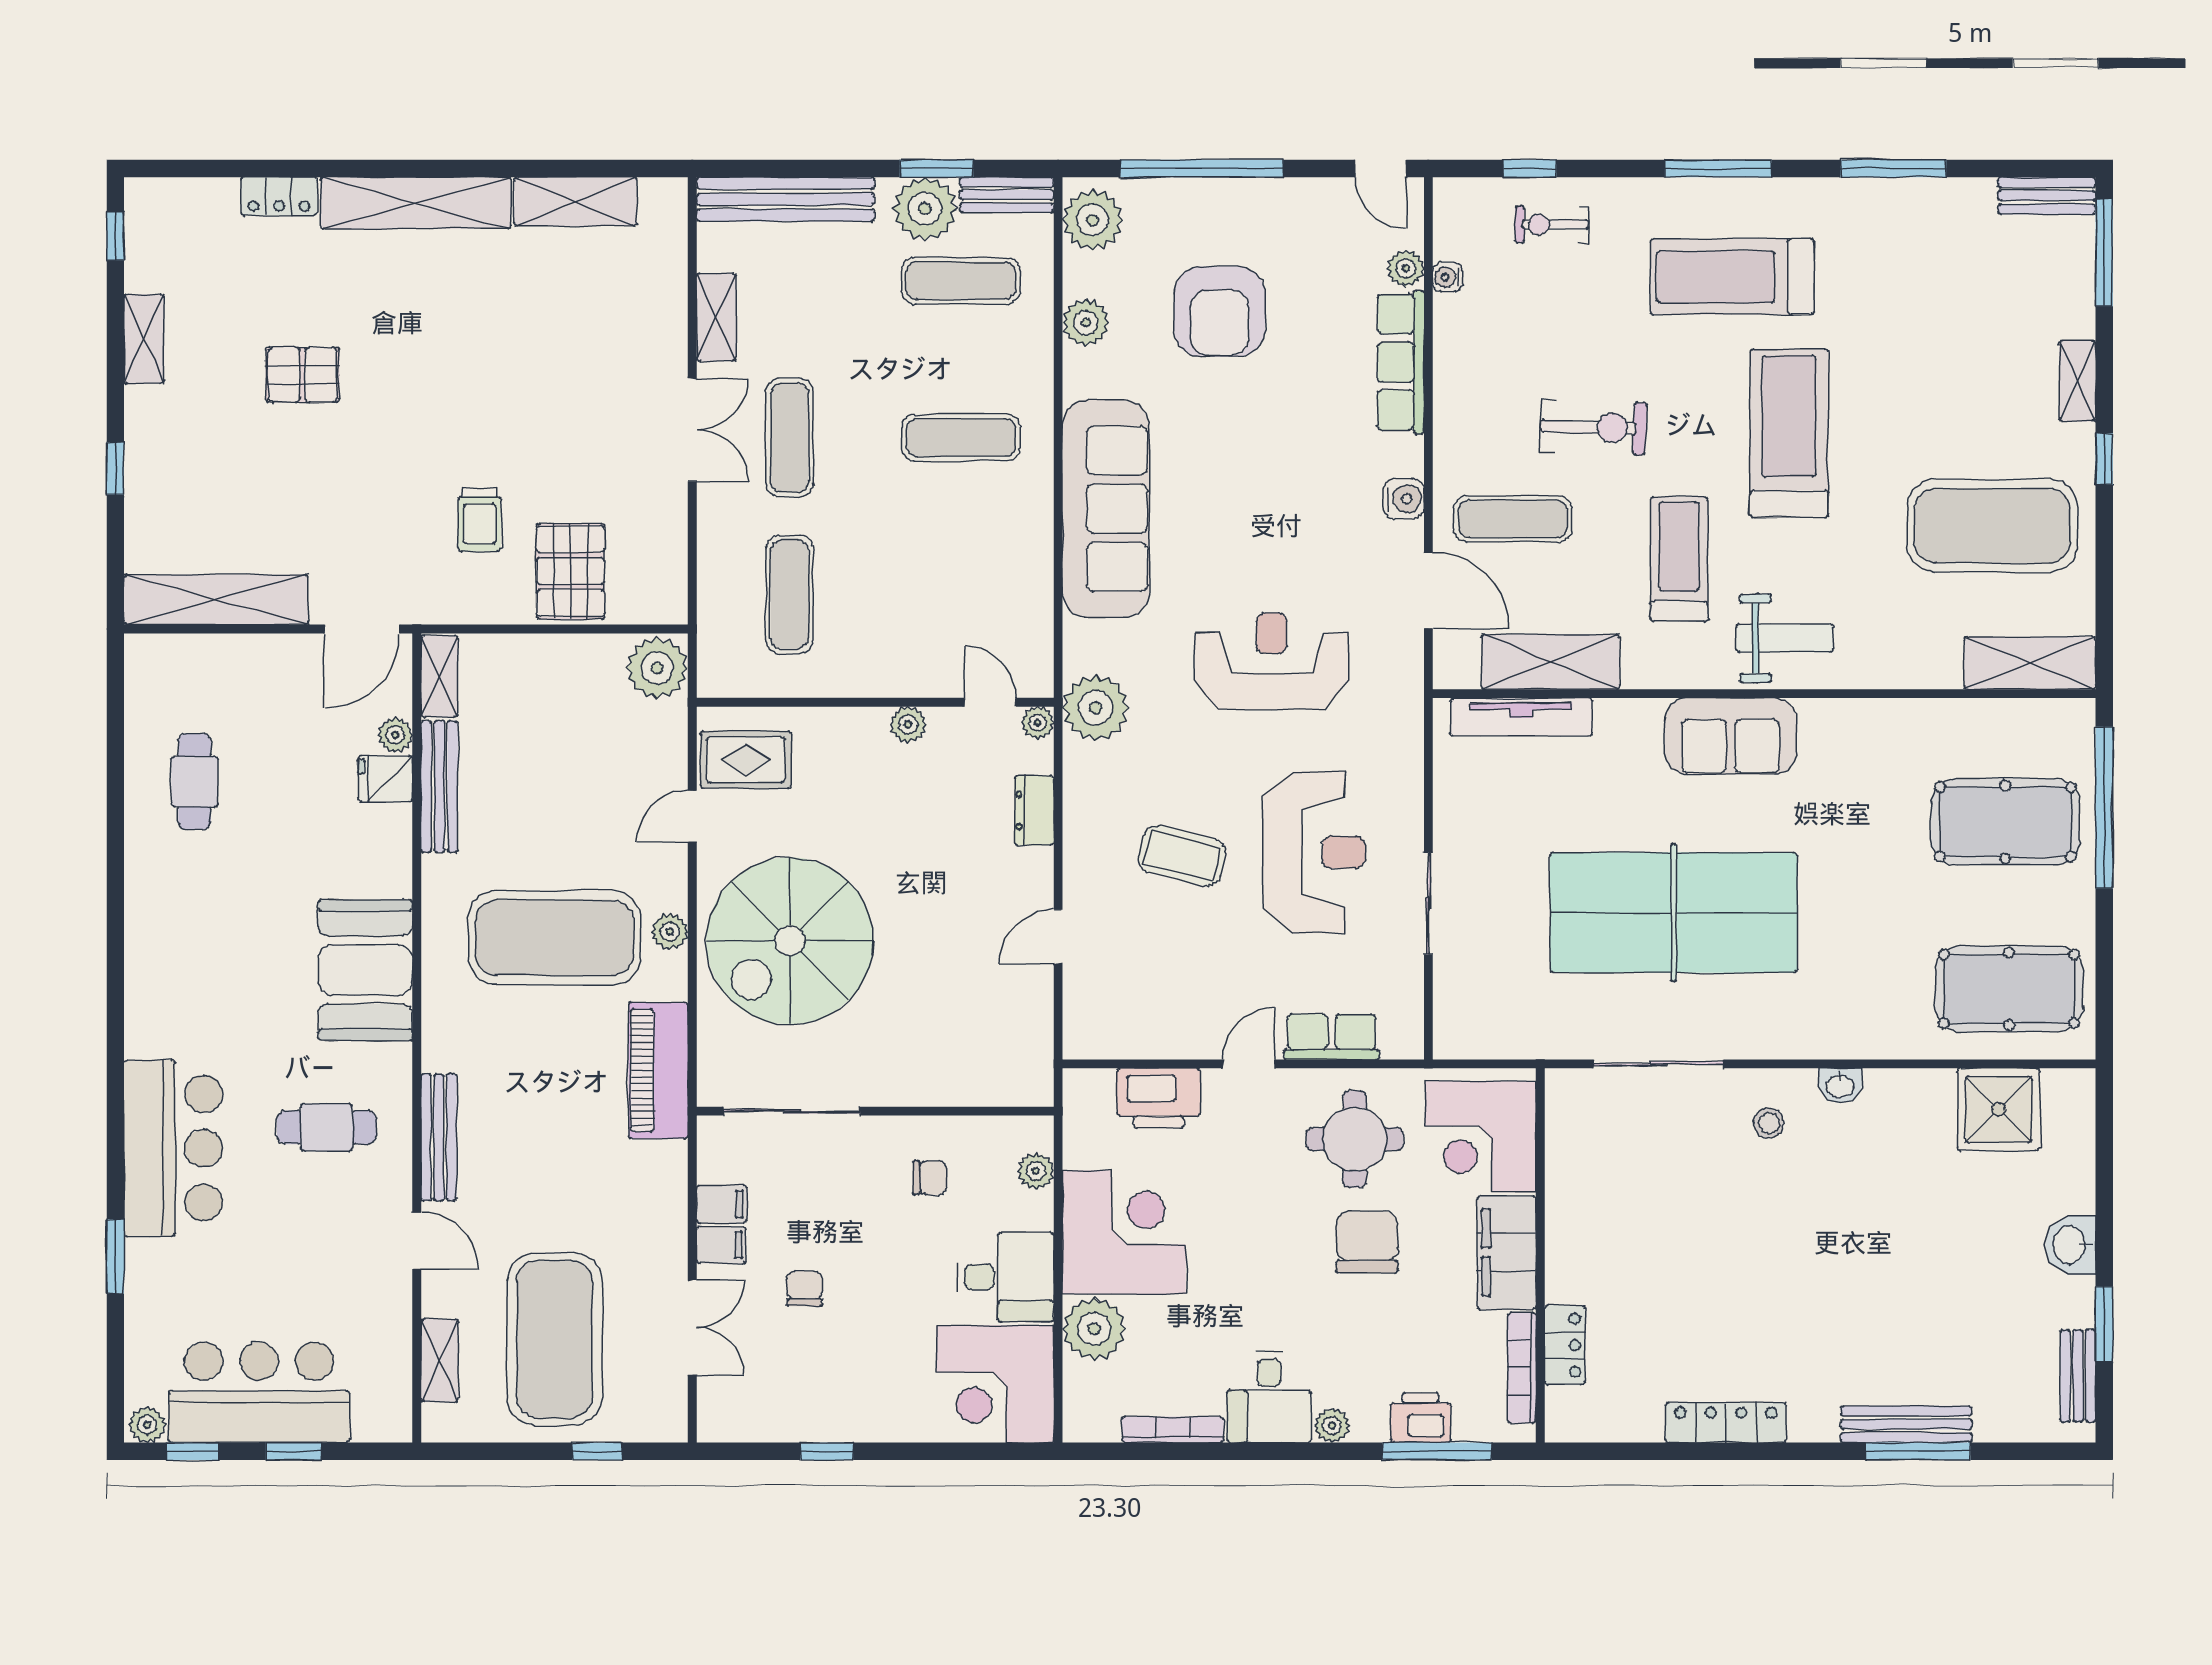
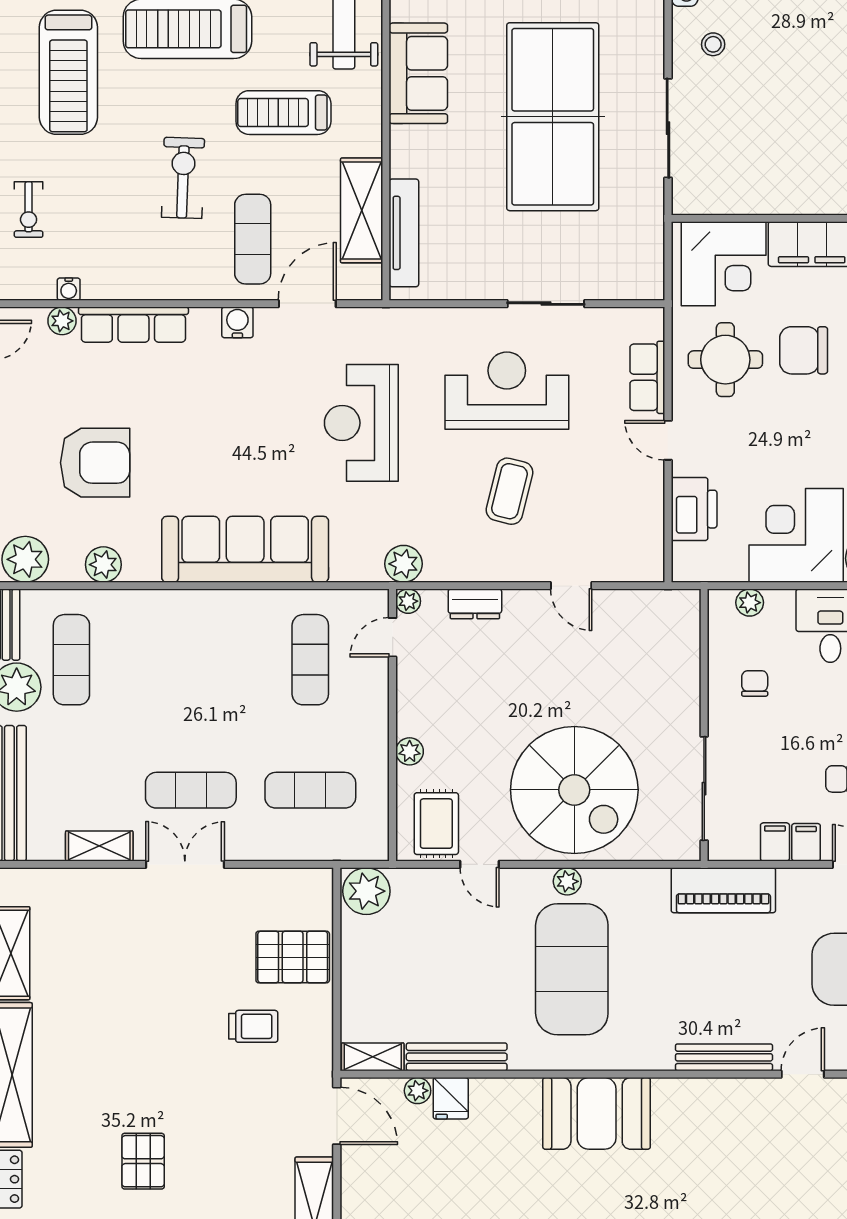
exercise mat: (961, 437) -> (310, 660), moved
plant: (1096, 708) -> (403, 564), width x0.73, depth x0.73
plant: (908, 725) -> (410, 751), moved
piano: (658, 1070) -> (723, 890), moved
cafe table: (327, 1127) -> (716, 1143), removed

